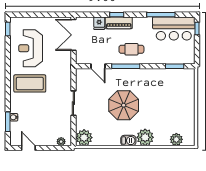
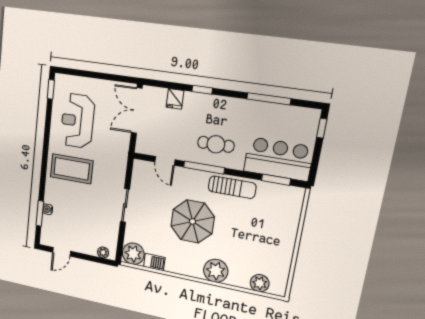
piano: (119, 23) -> (203, 102), removed
bar counter: (174, 28) -> (278, 159), moved, turned 180
sun lounger: (147, 76) -> (232, 187), added
barbecue: (128, 141) -> (154, 262), moved
door: (28, 148) -> (62, 252), swing flipped

